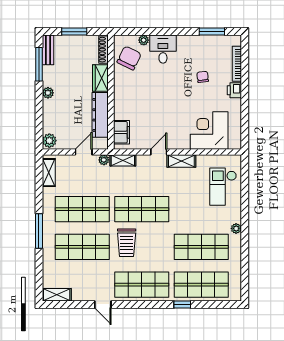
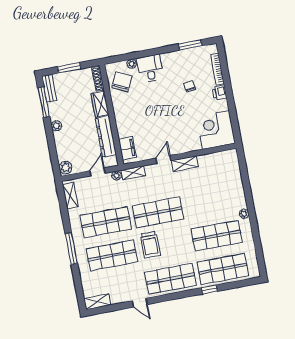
corner desk: (209, 130) -> (216, 130), moved
checkout: (223, 187) -> (226, 179), removed

